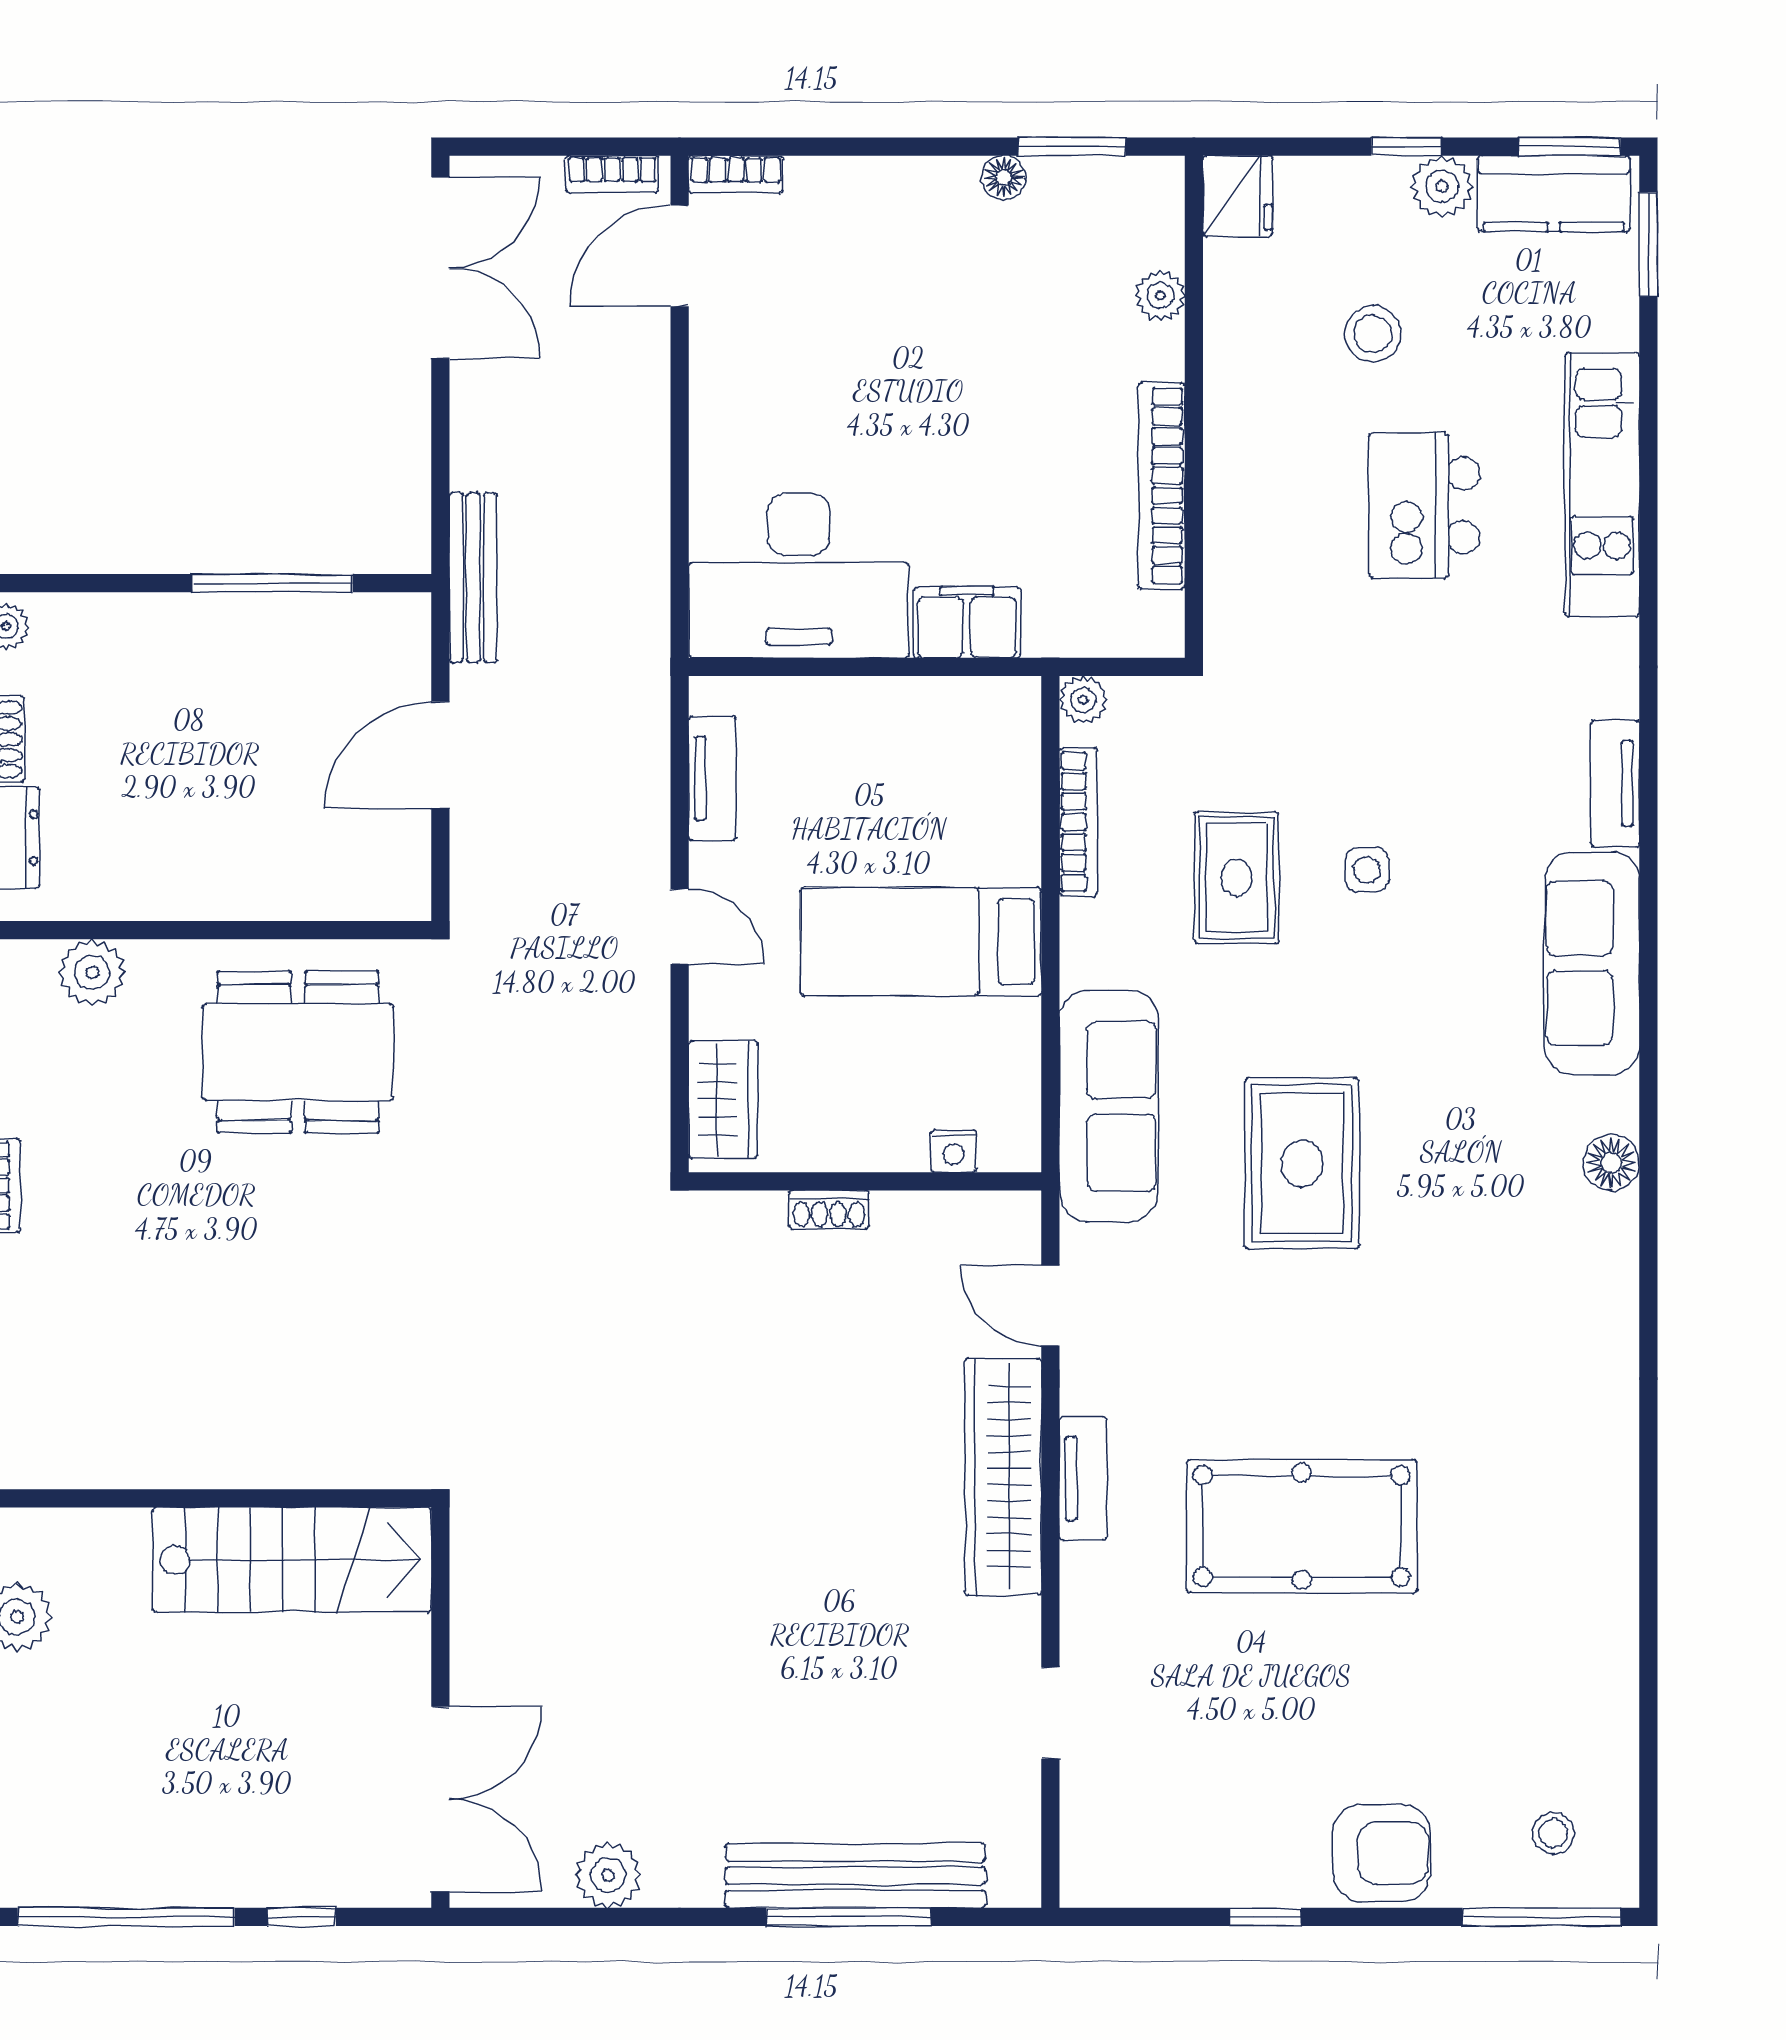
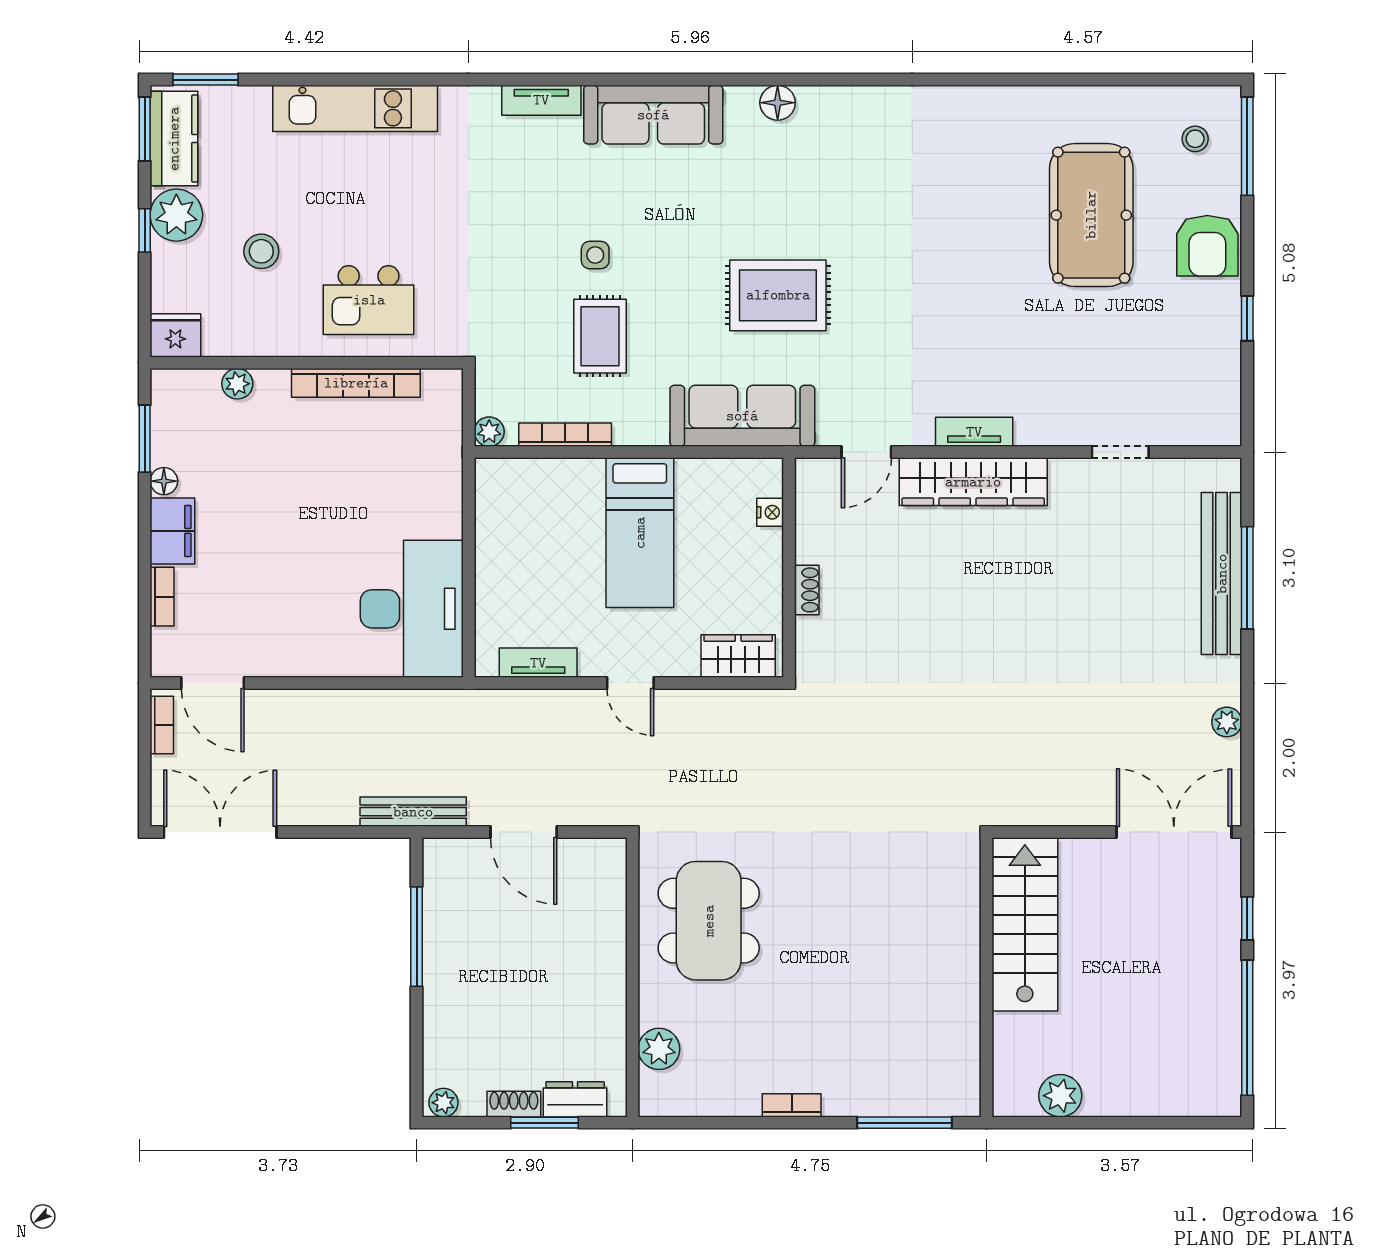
bookcase: (736, 174) -> (162, 597), moved
plant: (1442, 186) -> (176, 215), width x1.36, depth x1.36
kitchen island: (1424, 505) -> (369, 300), moved
filing cabinet: (967, 622) -> (172, 531), moved, turned 180
rug: (1237, 878) -> (600, 336), turned 90
door: (680, 926) -> (630, 683), swing flipped
pool table: (1302, 1526) -> (1091, 215), moved
armchair: (1382, 1853) -> (1207, 246), turned 180
plant: (608, 1875) -> (1227, 722), width x0.73, depth x0.73

